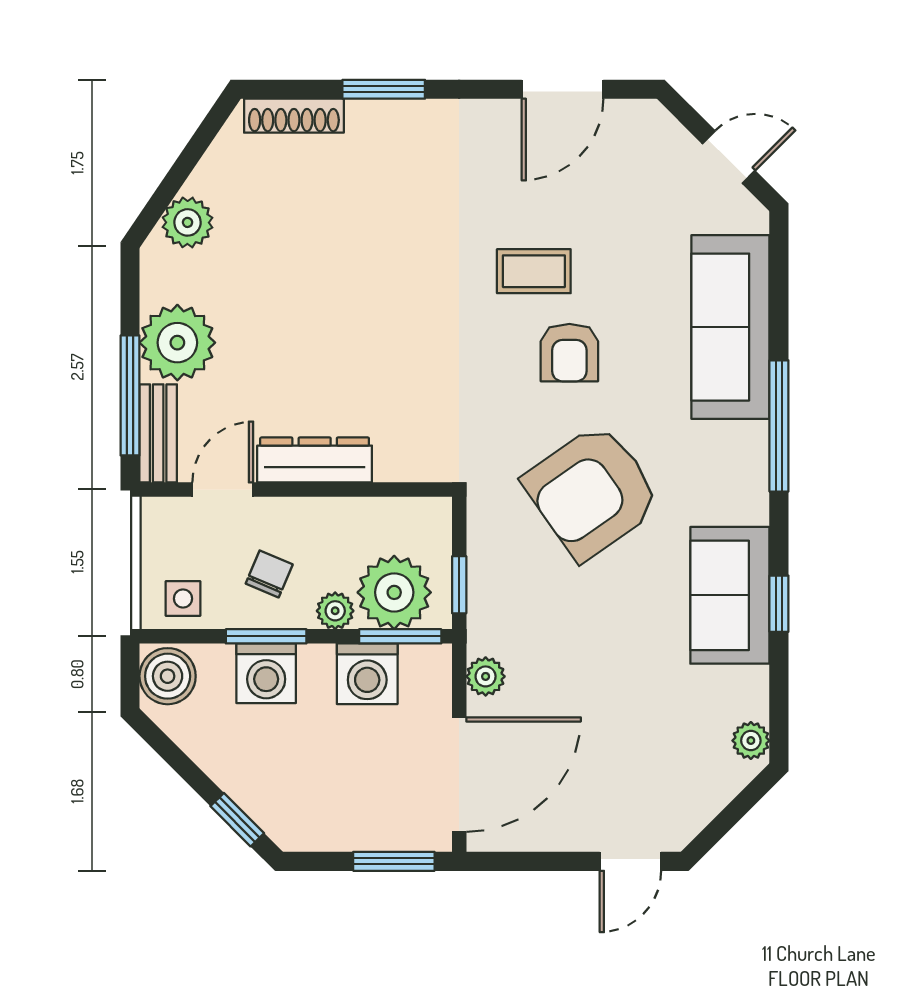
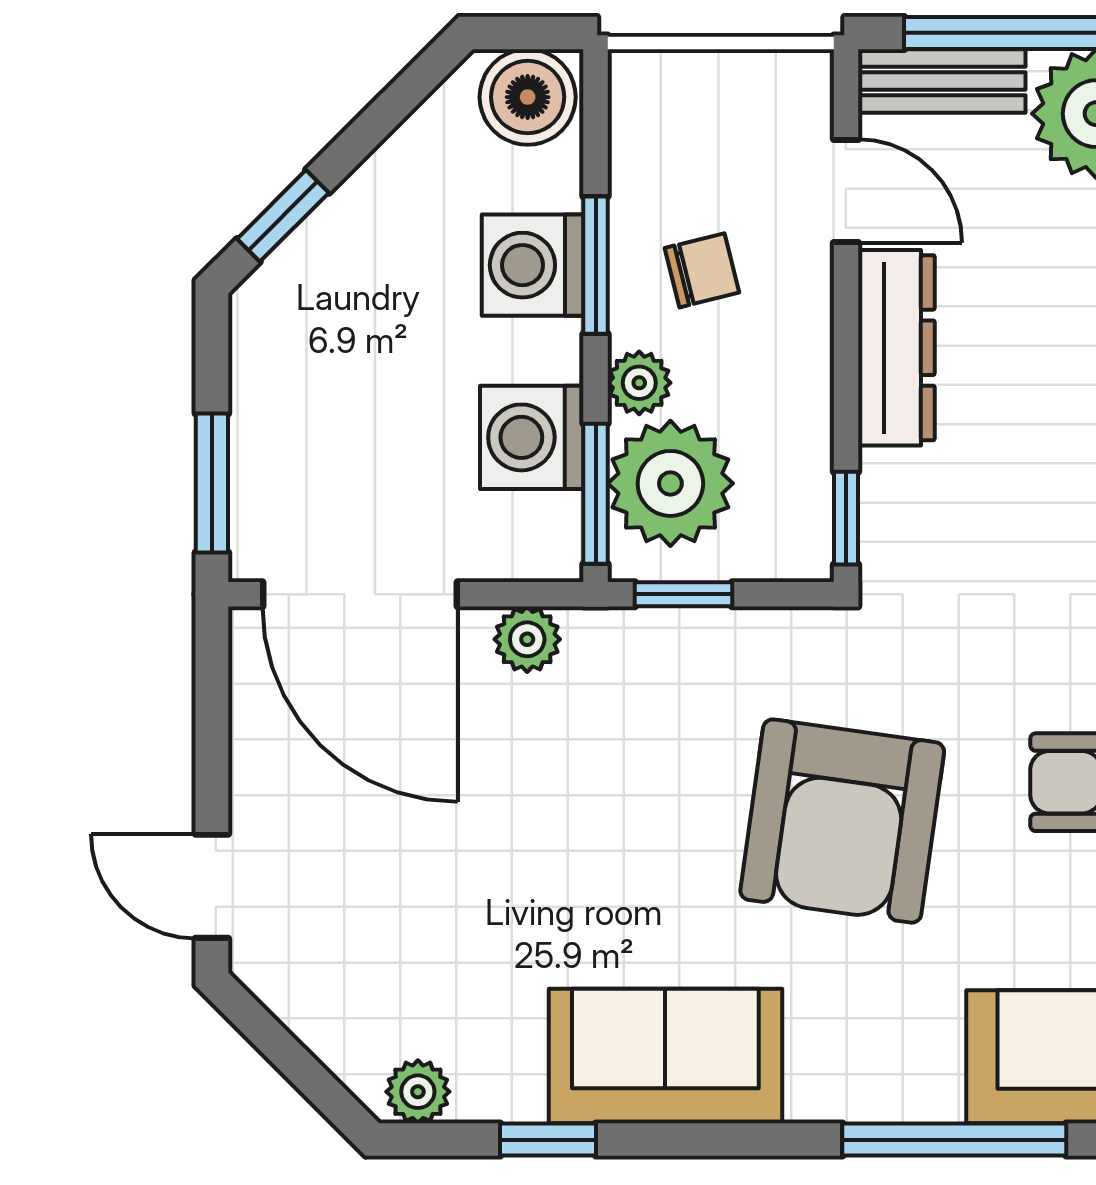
window: (415, 490) -> (846, 518), added
armchair: (592, 492) -> (842, 821), turned -137
chair: (269, 574) -> (702, 270), turned -37
side table: (183, 599) -> (660, 123), removed
window: (779, 604) -> (548, 1140), moved

